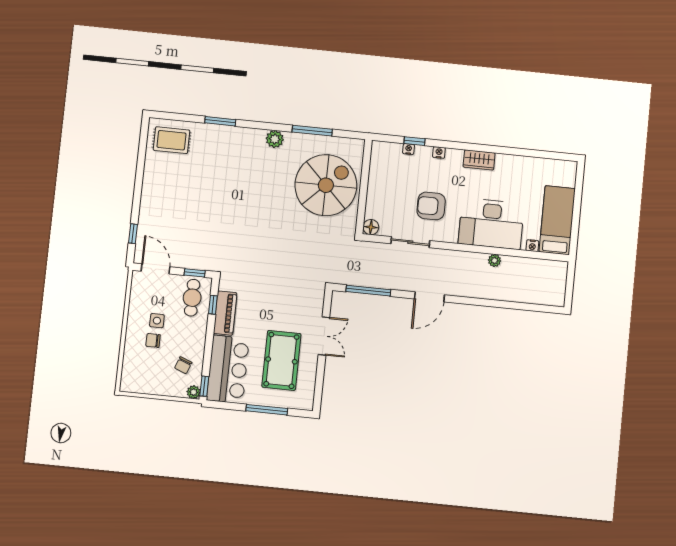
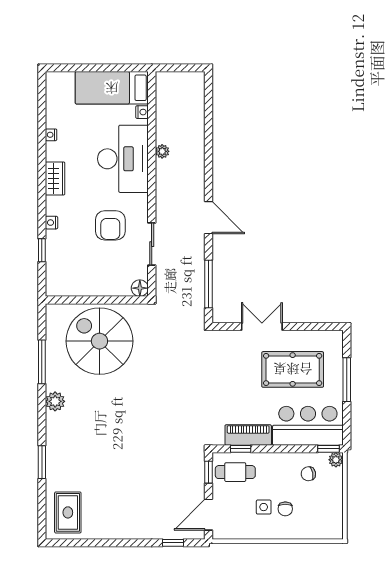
nightstand: (409, 149) -> (51, 135), moved
chair: (183, 365) -> (308, 474), turned 147

